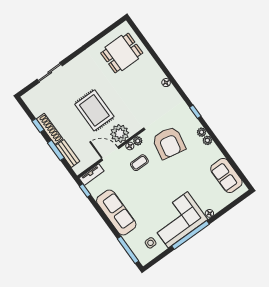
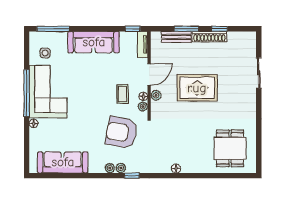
plant: (120, 133) -> (156, 95), width x0.53, depth x0.53
plant: (207, 140) -> (121, 168), moved
sofa: (226, 176) -> (63, 162), width x1.36

